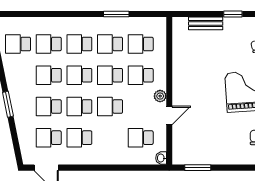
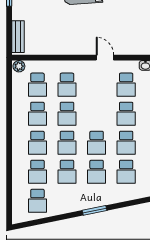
window: (116, 14) -> (9, 108), removed
bench: (206, 23) -> (18, 37), moved
plant: (160, 96) -> (19, 66), moved
school desk: (110, 106) -> (126, 114), moved

